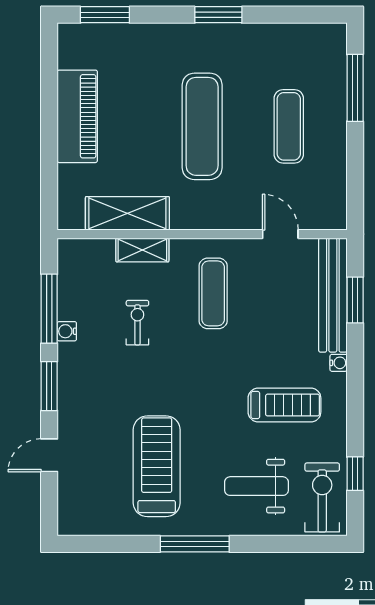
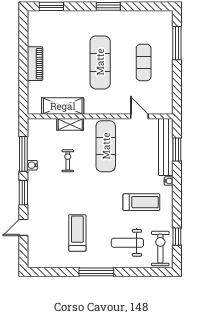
piano: (77, 116) -> (35, 64), width x0.73, depth x0.75
exercise mat: (213, 293) -> (106, 146), width x1.36, depth x1.45
treadmill: (157, 466) -> (77, 233), width x0.73, depth x0.73

